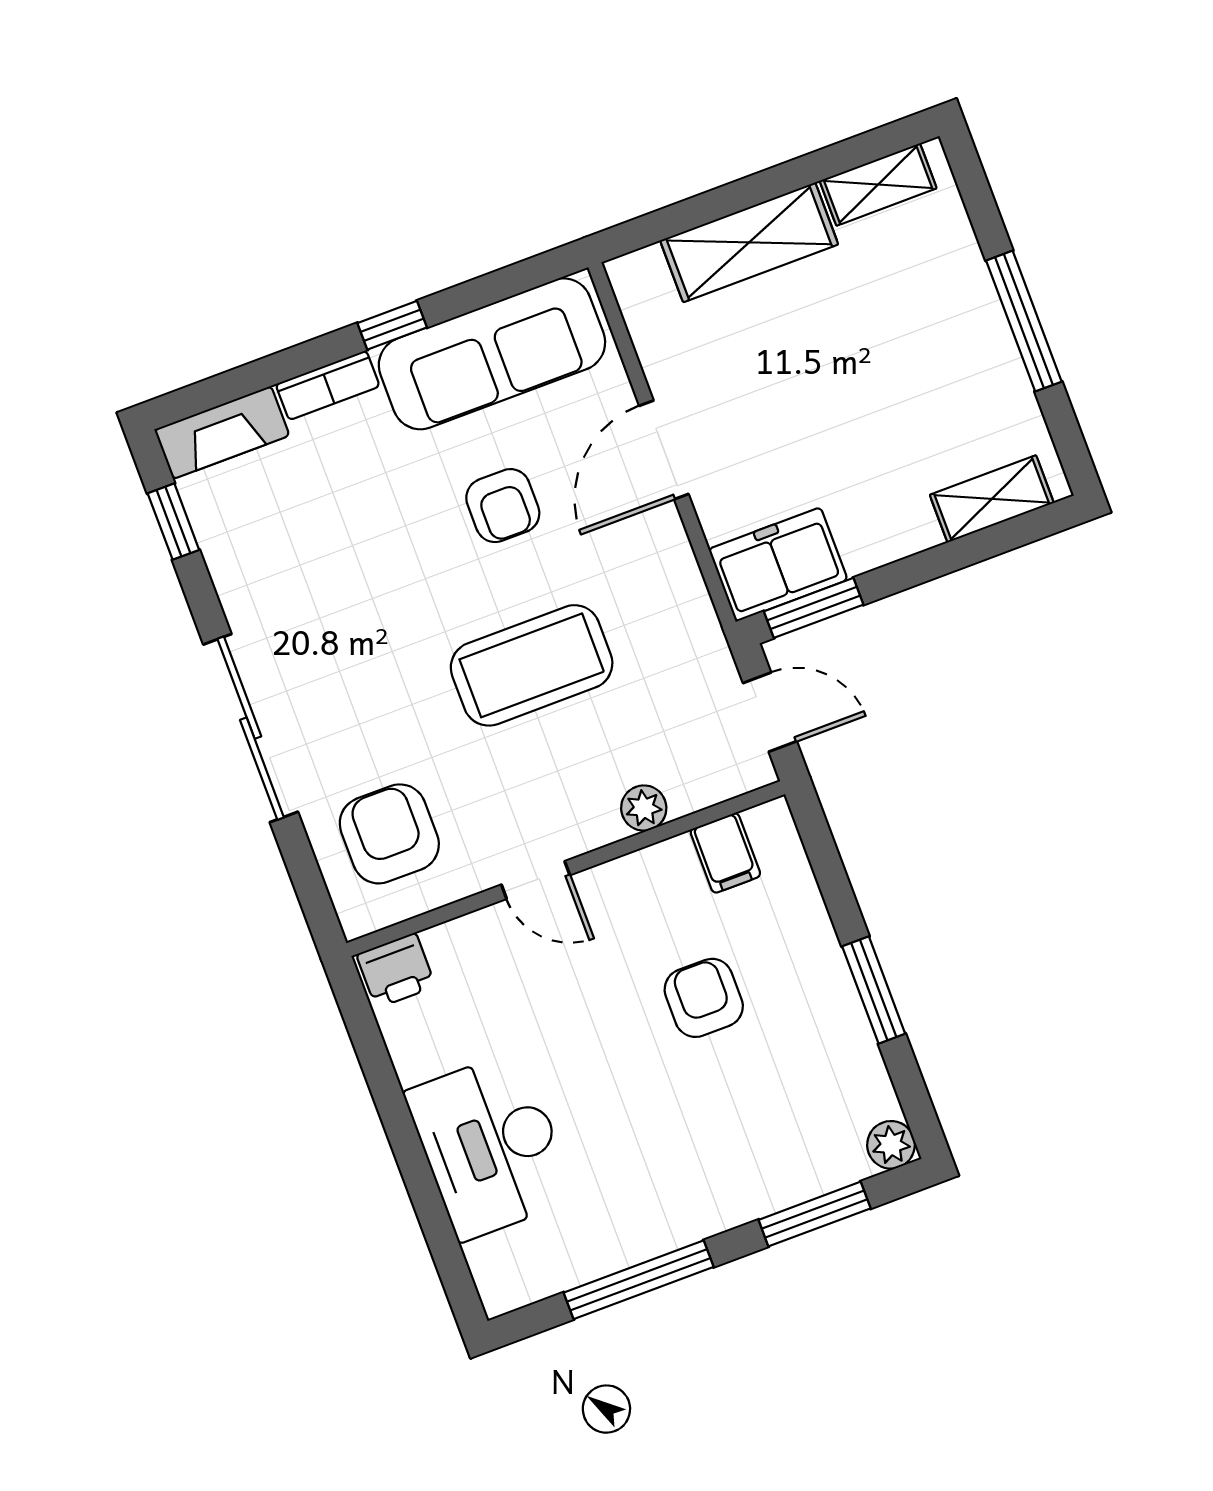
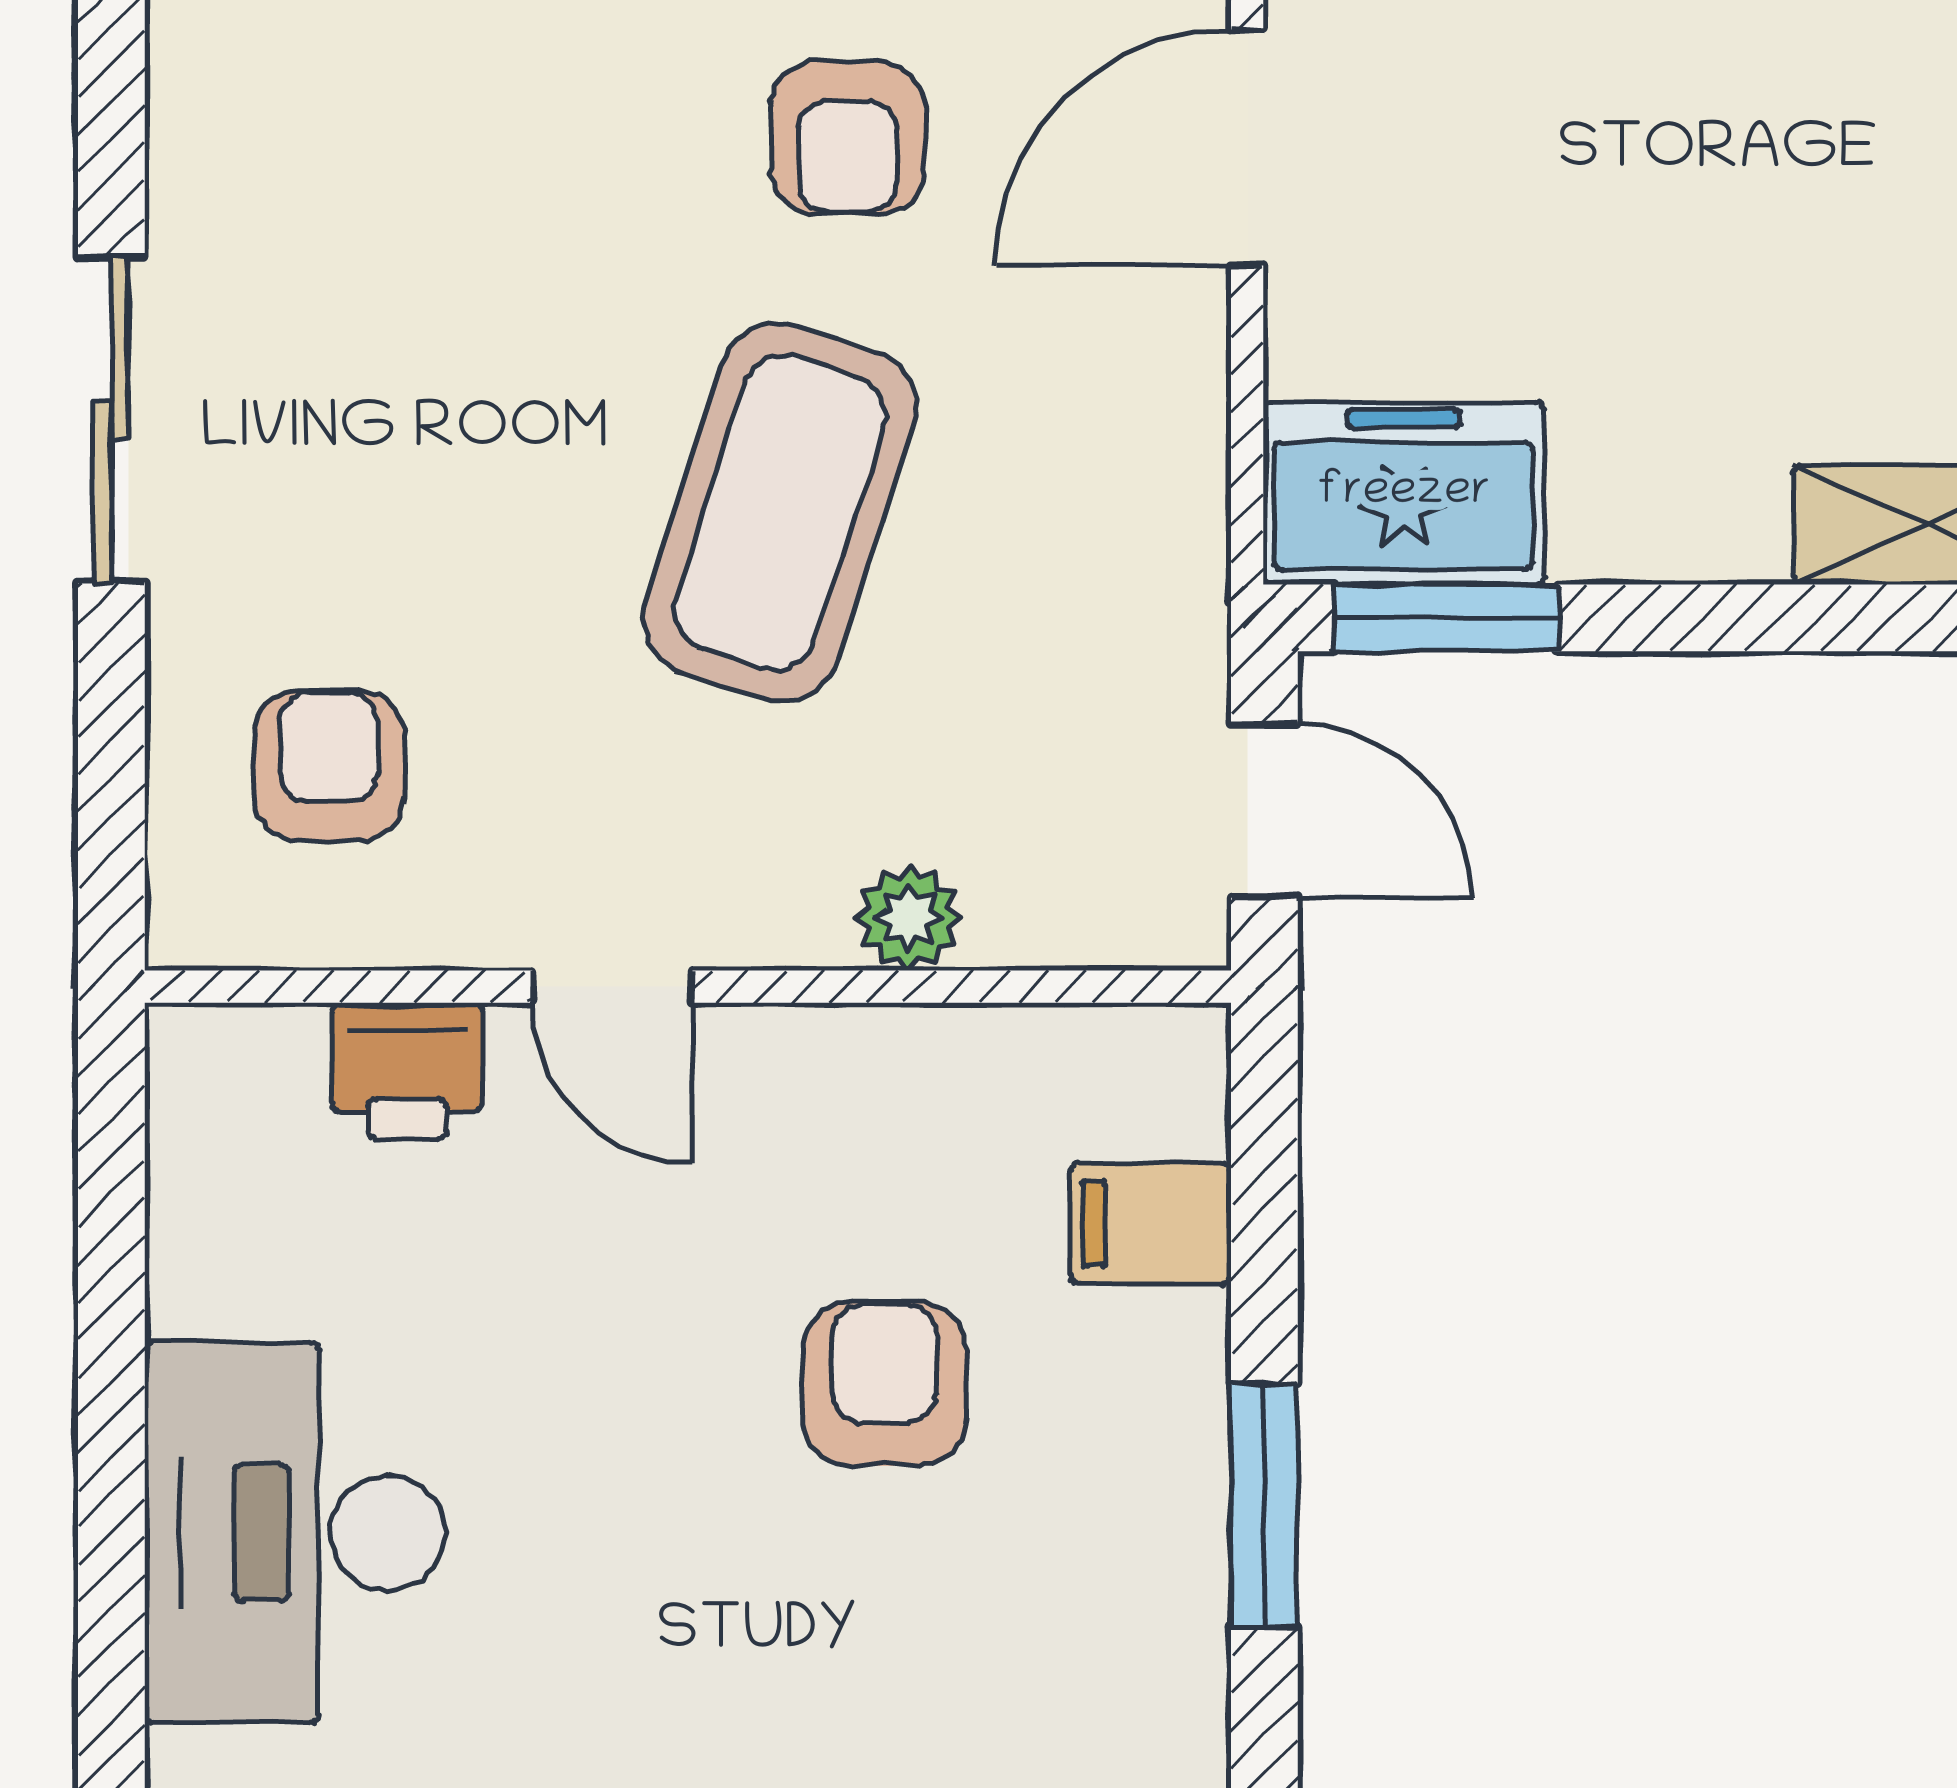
coffee table: (532, 665) -> (780, 512), turned -72
sliding door: (251, 728) -> (111, 420), width x0.73
armchair: (389, 834) -> (329, 766), width x0.72, depth x0.72
filing cabinet: (725, 853) -> (1151, 1224), moved, turned 90
printer: (396, 970) -> (407, 1071), moved

